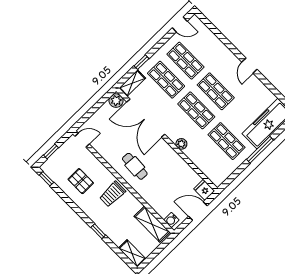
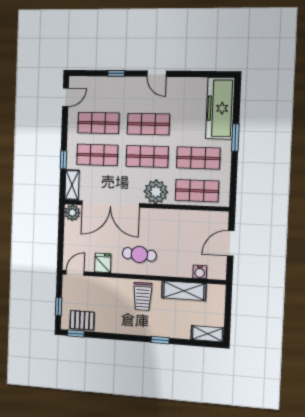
window: (225, 41) -> (116, 73), added
plant: (181, 144) -> (156, 192), width x1.87, depth x1.87
window: (260, 150) -> (235, 138), width x0.69
shop shelf: (207, 160) -> (197, 191), added
pallet: (81, 181) -> (82, 320), moved
fridge: (204, 190) -> (103, 263), moved, turned 90
water cooler: (171, 220) -> (200, 272), moved
shelving: (152, 224) -> (184, 291), moved

